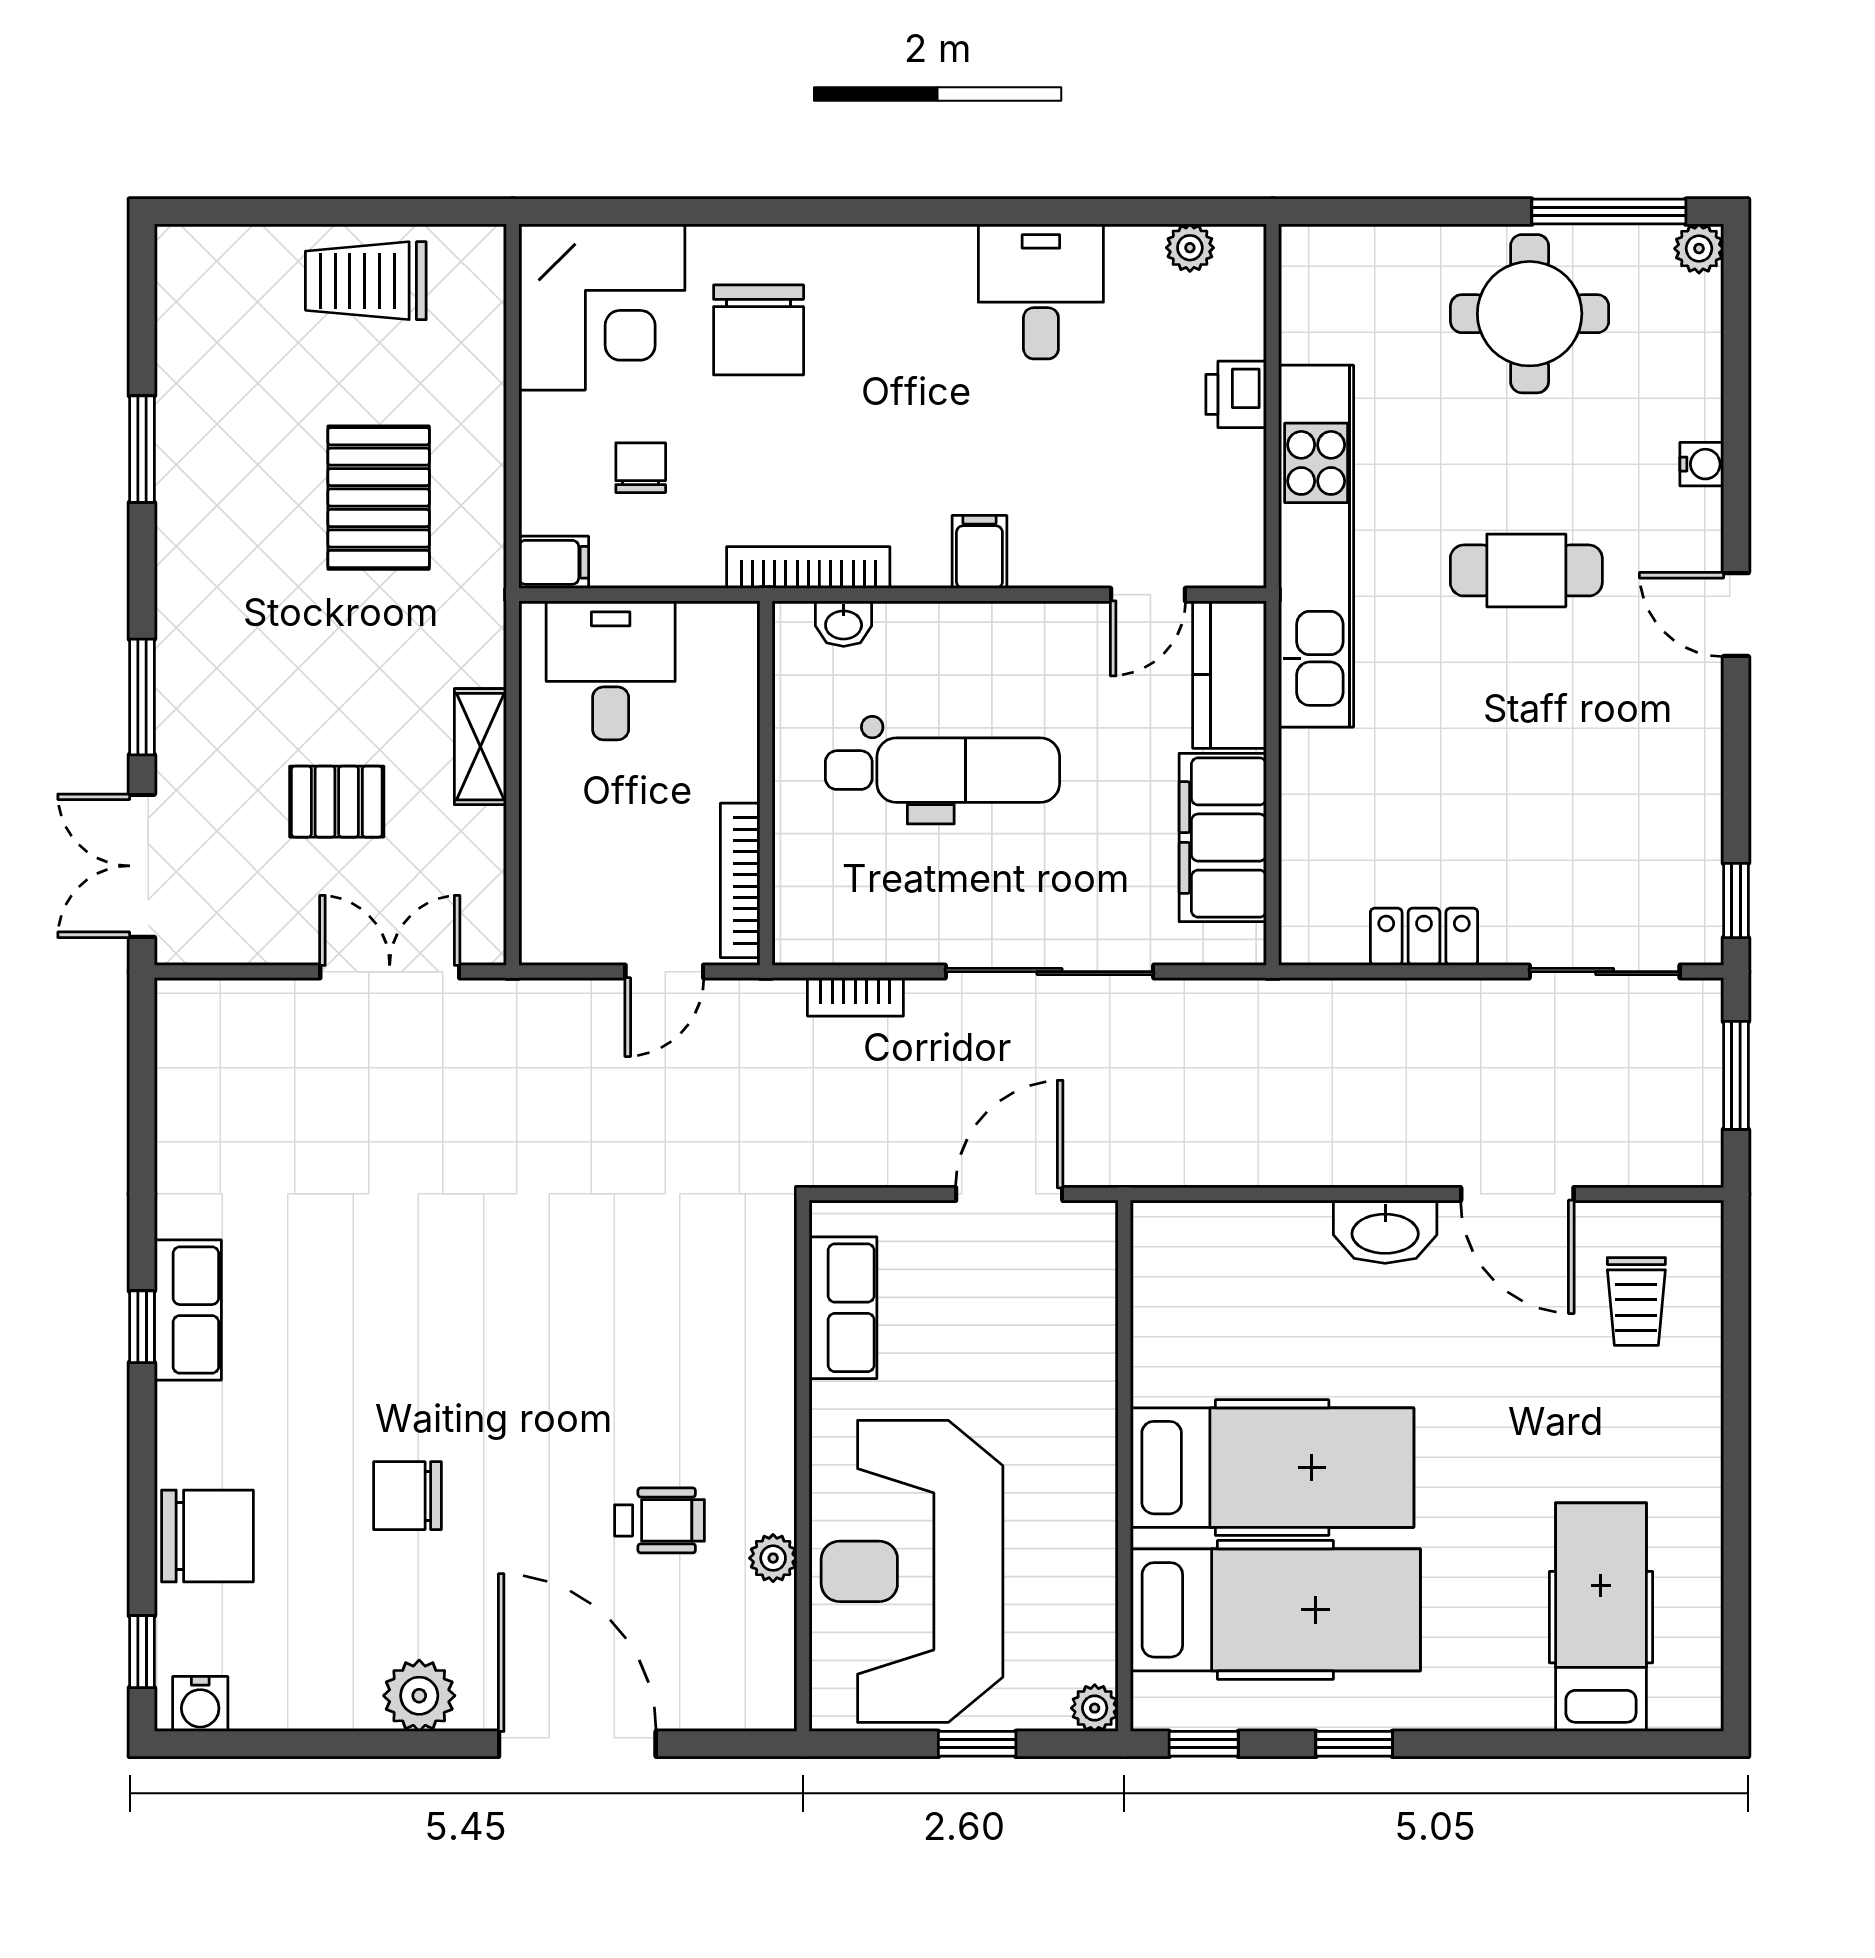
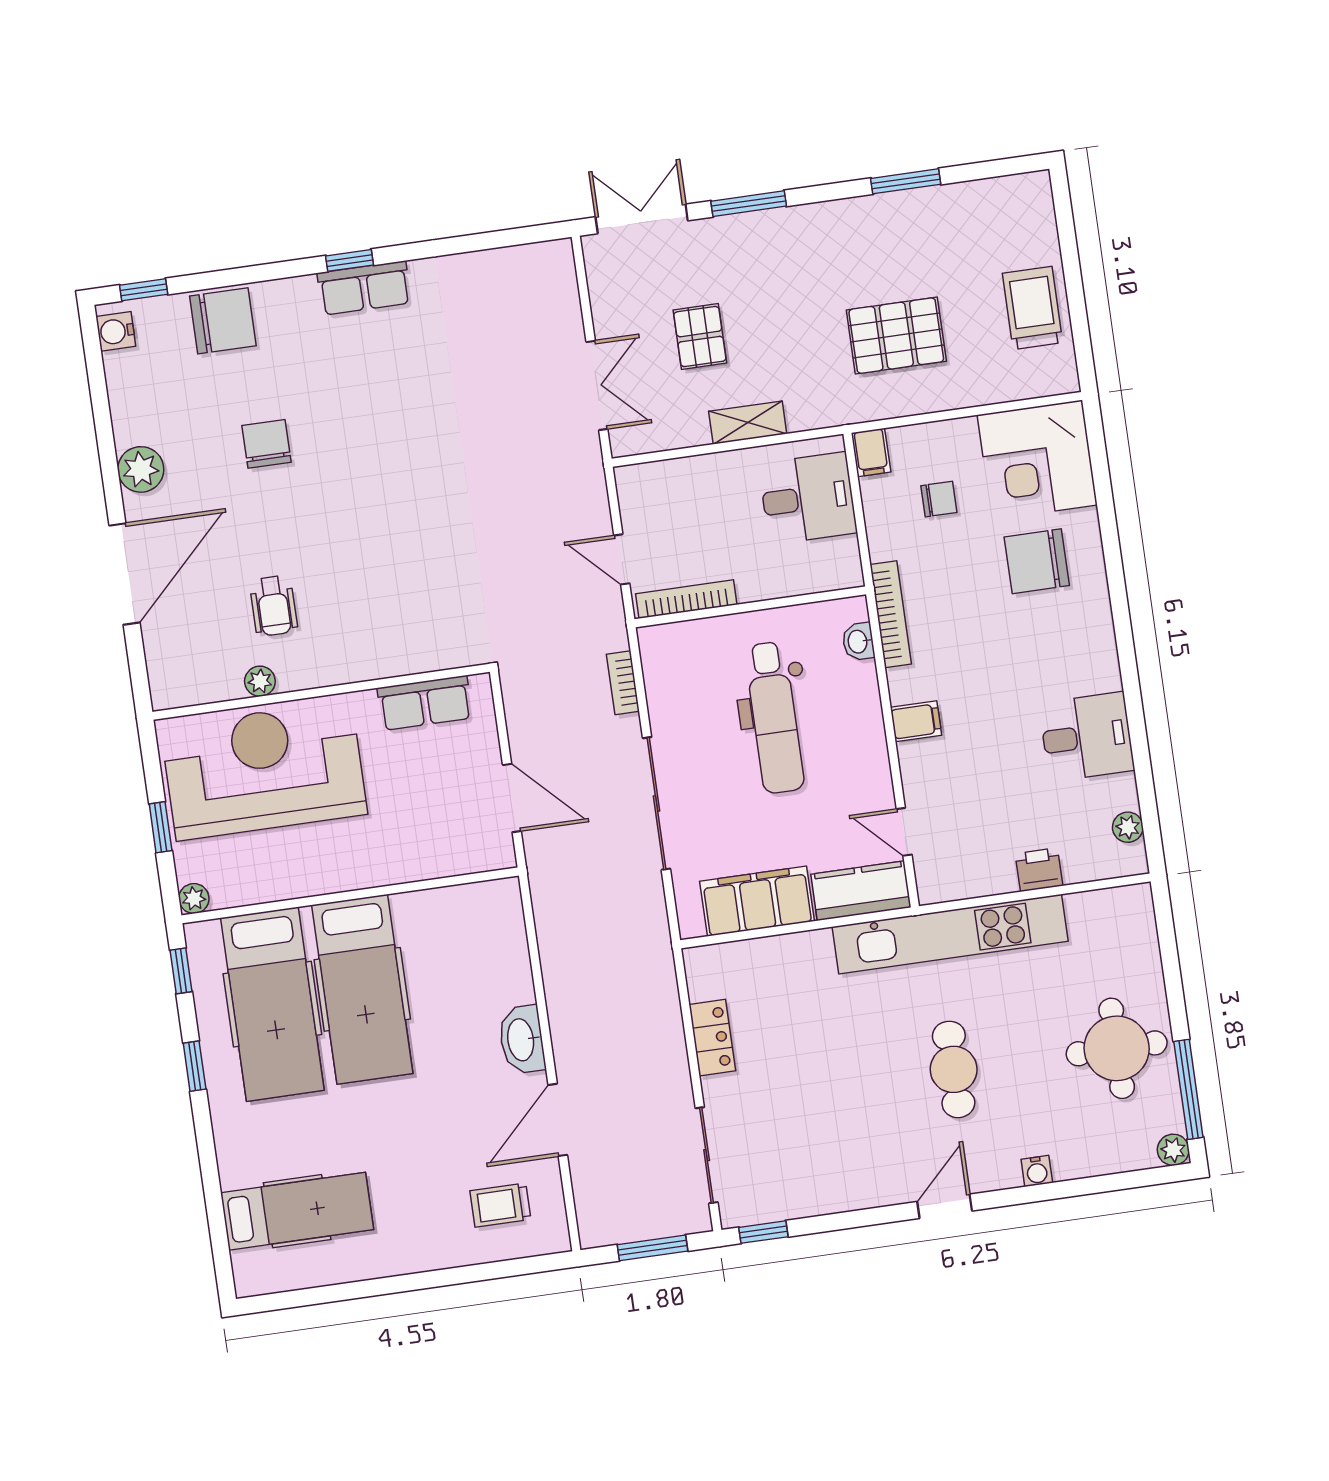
chair: (207, 1536) -> (223, 321), turned -90

